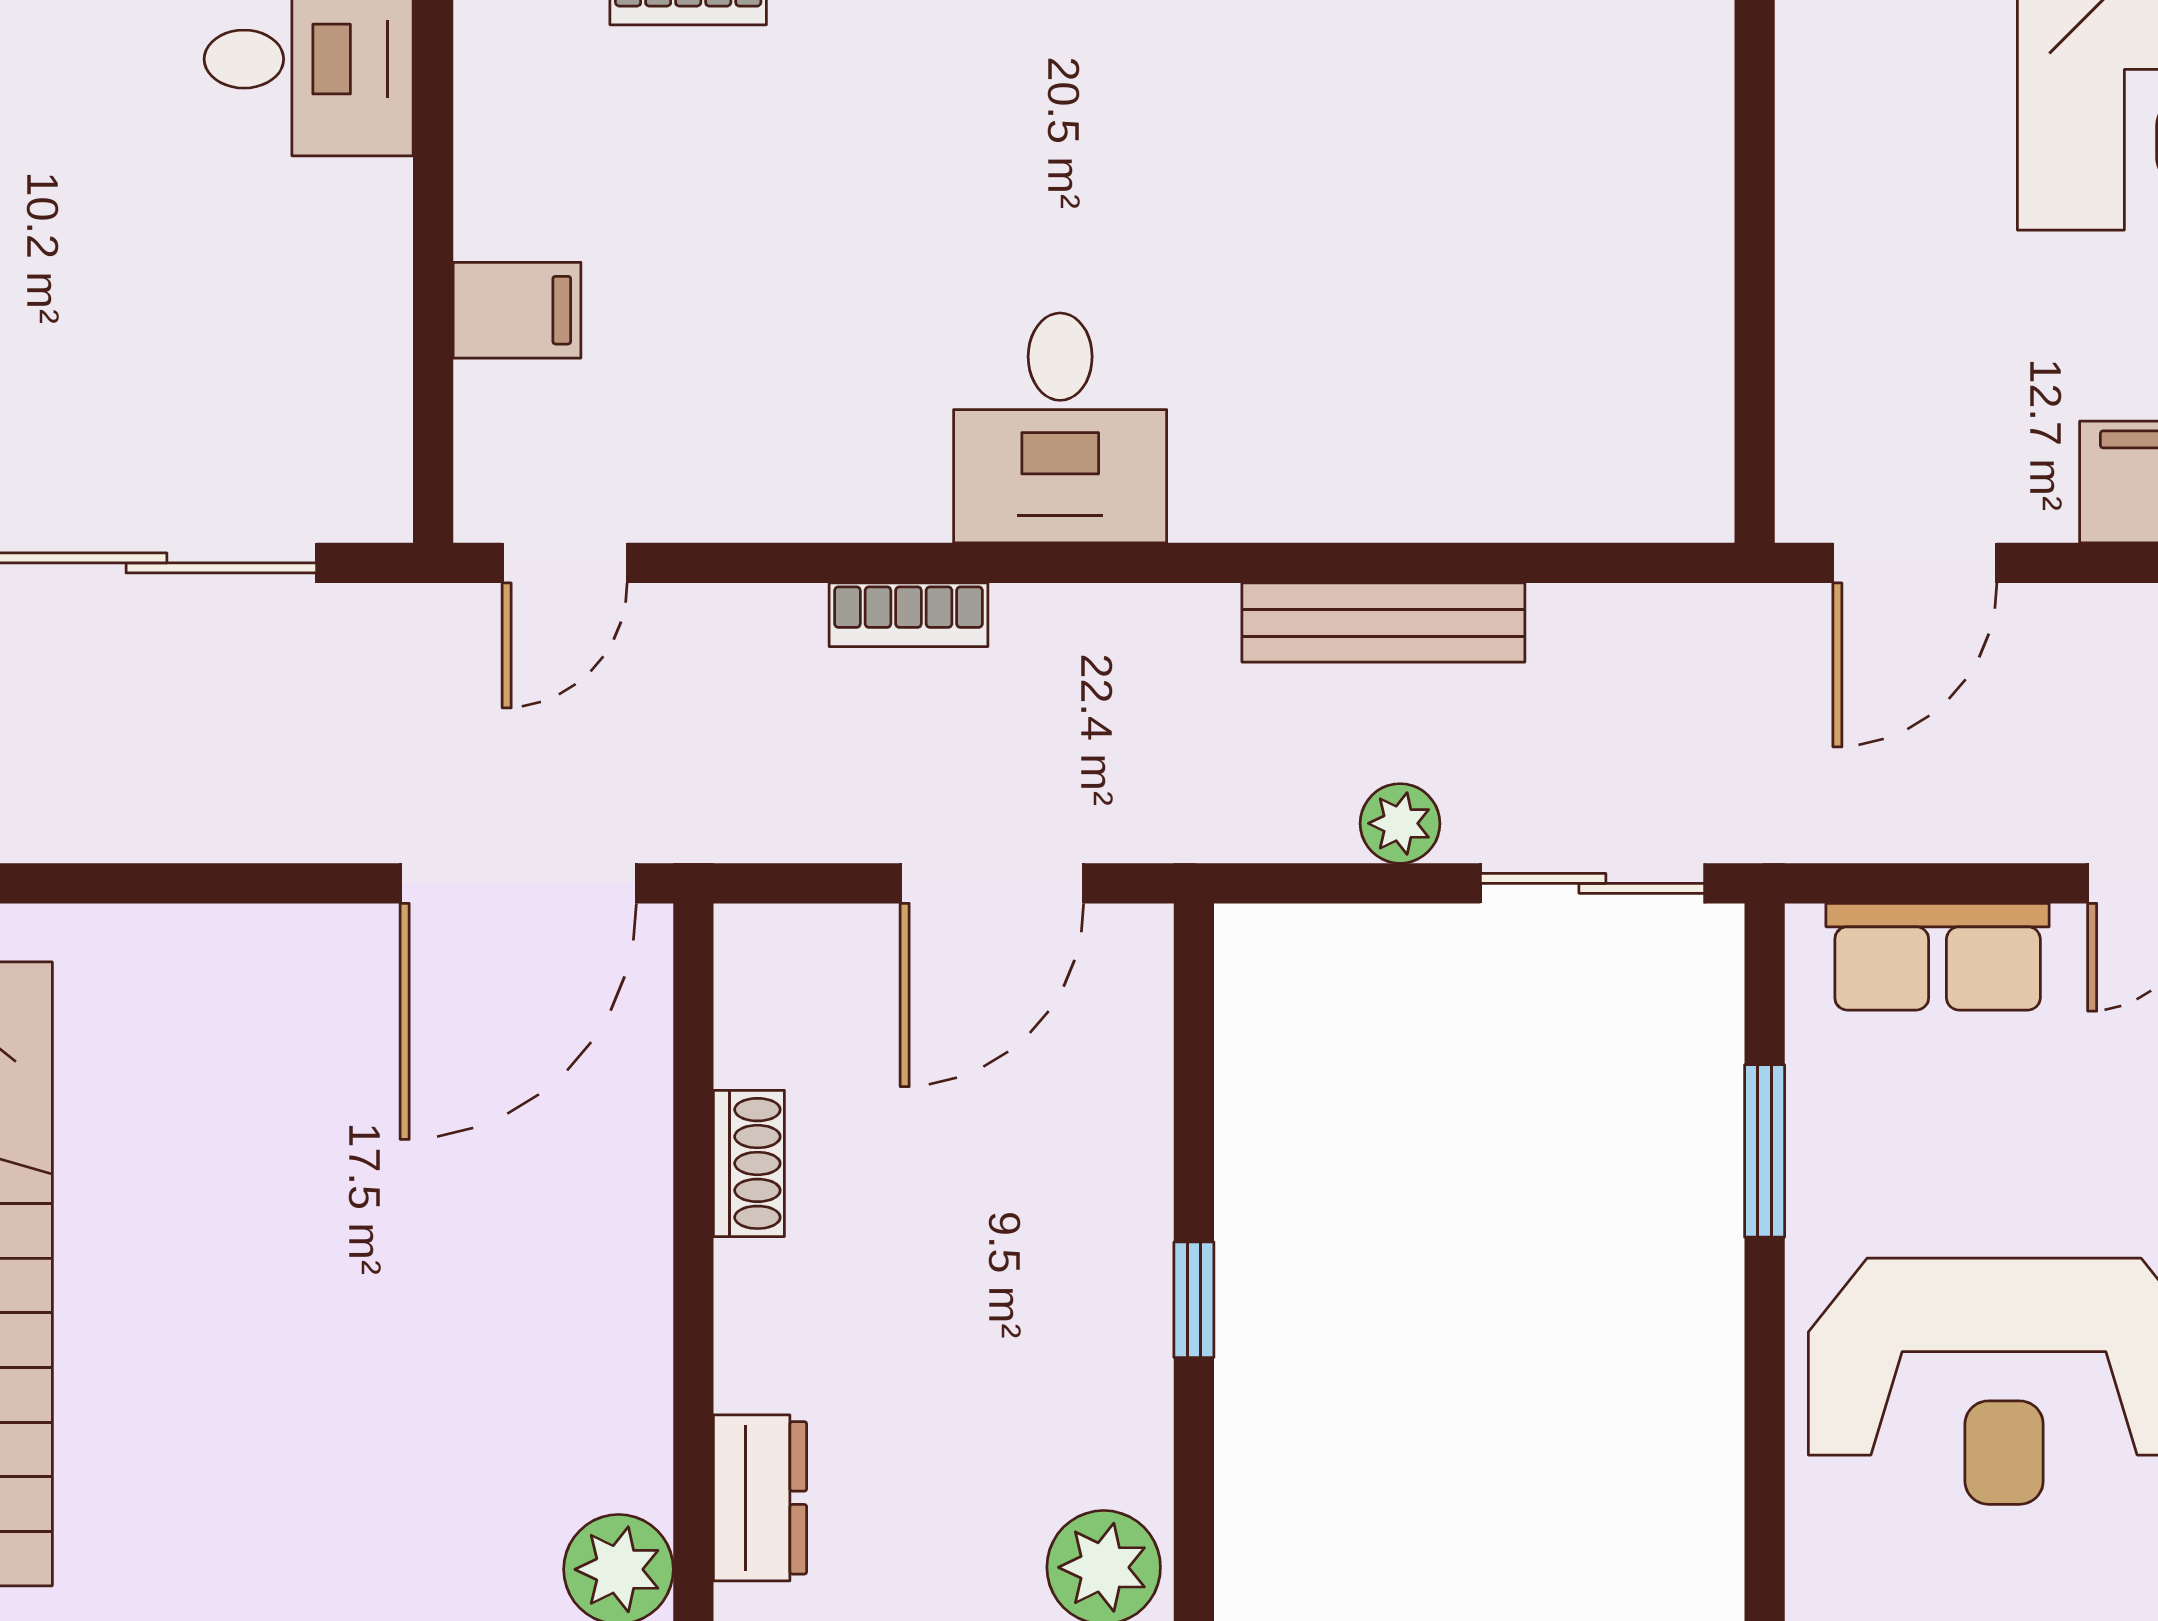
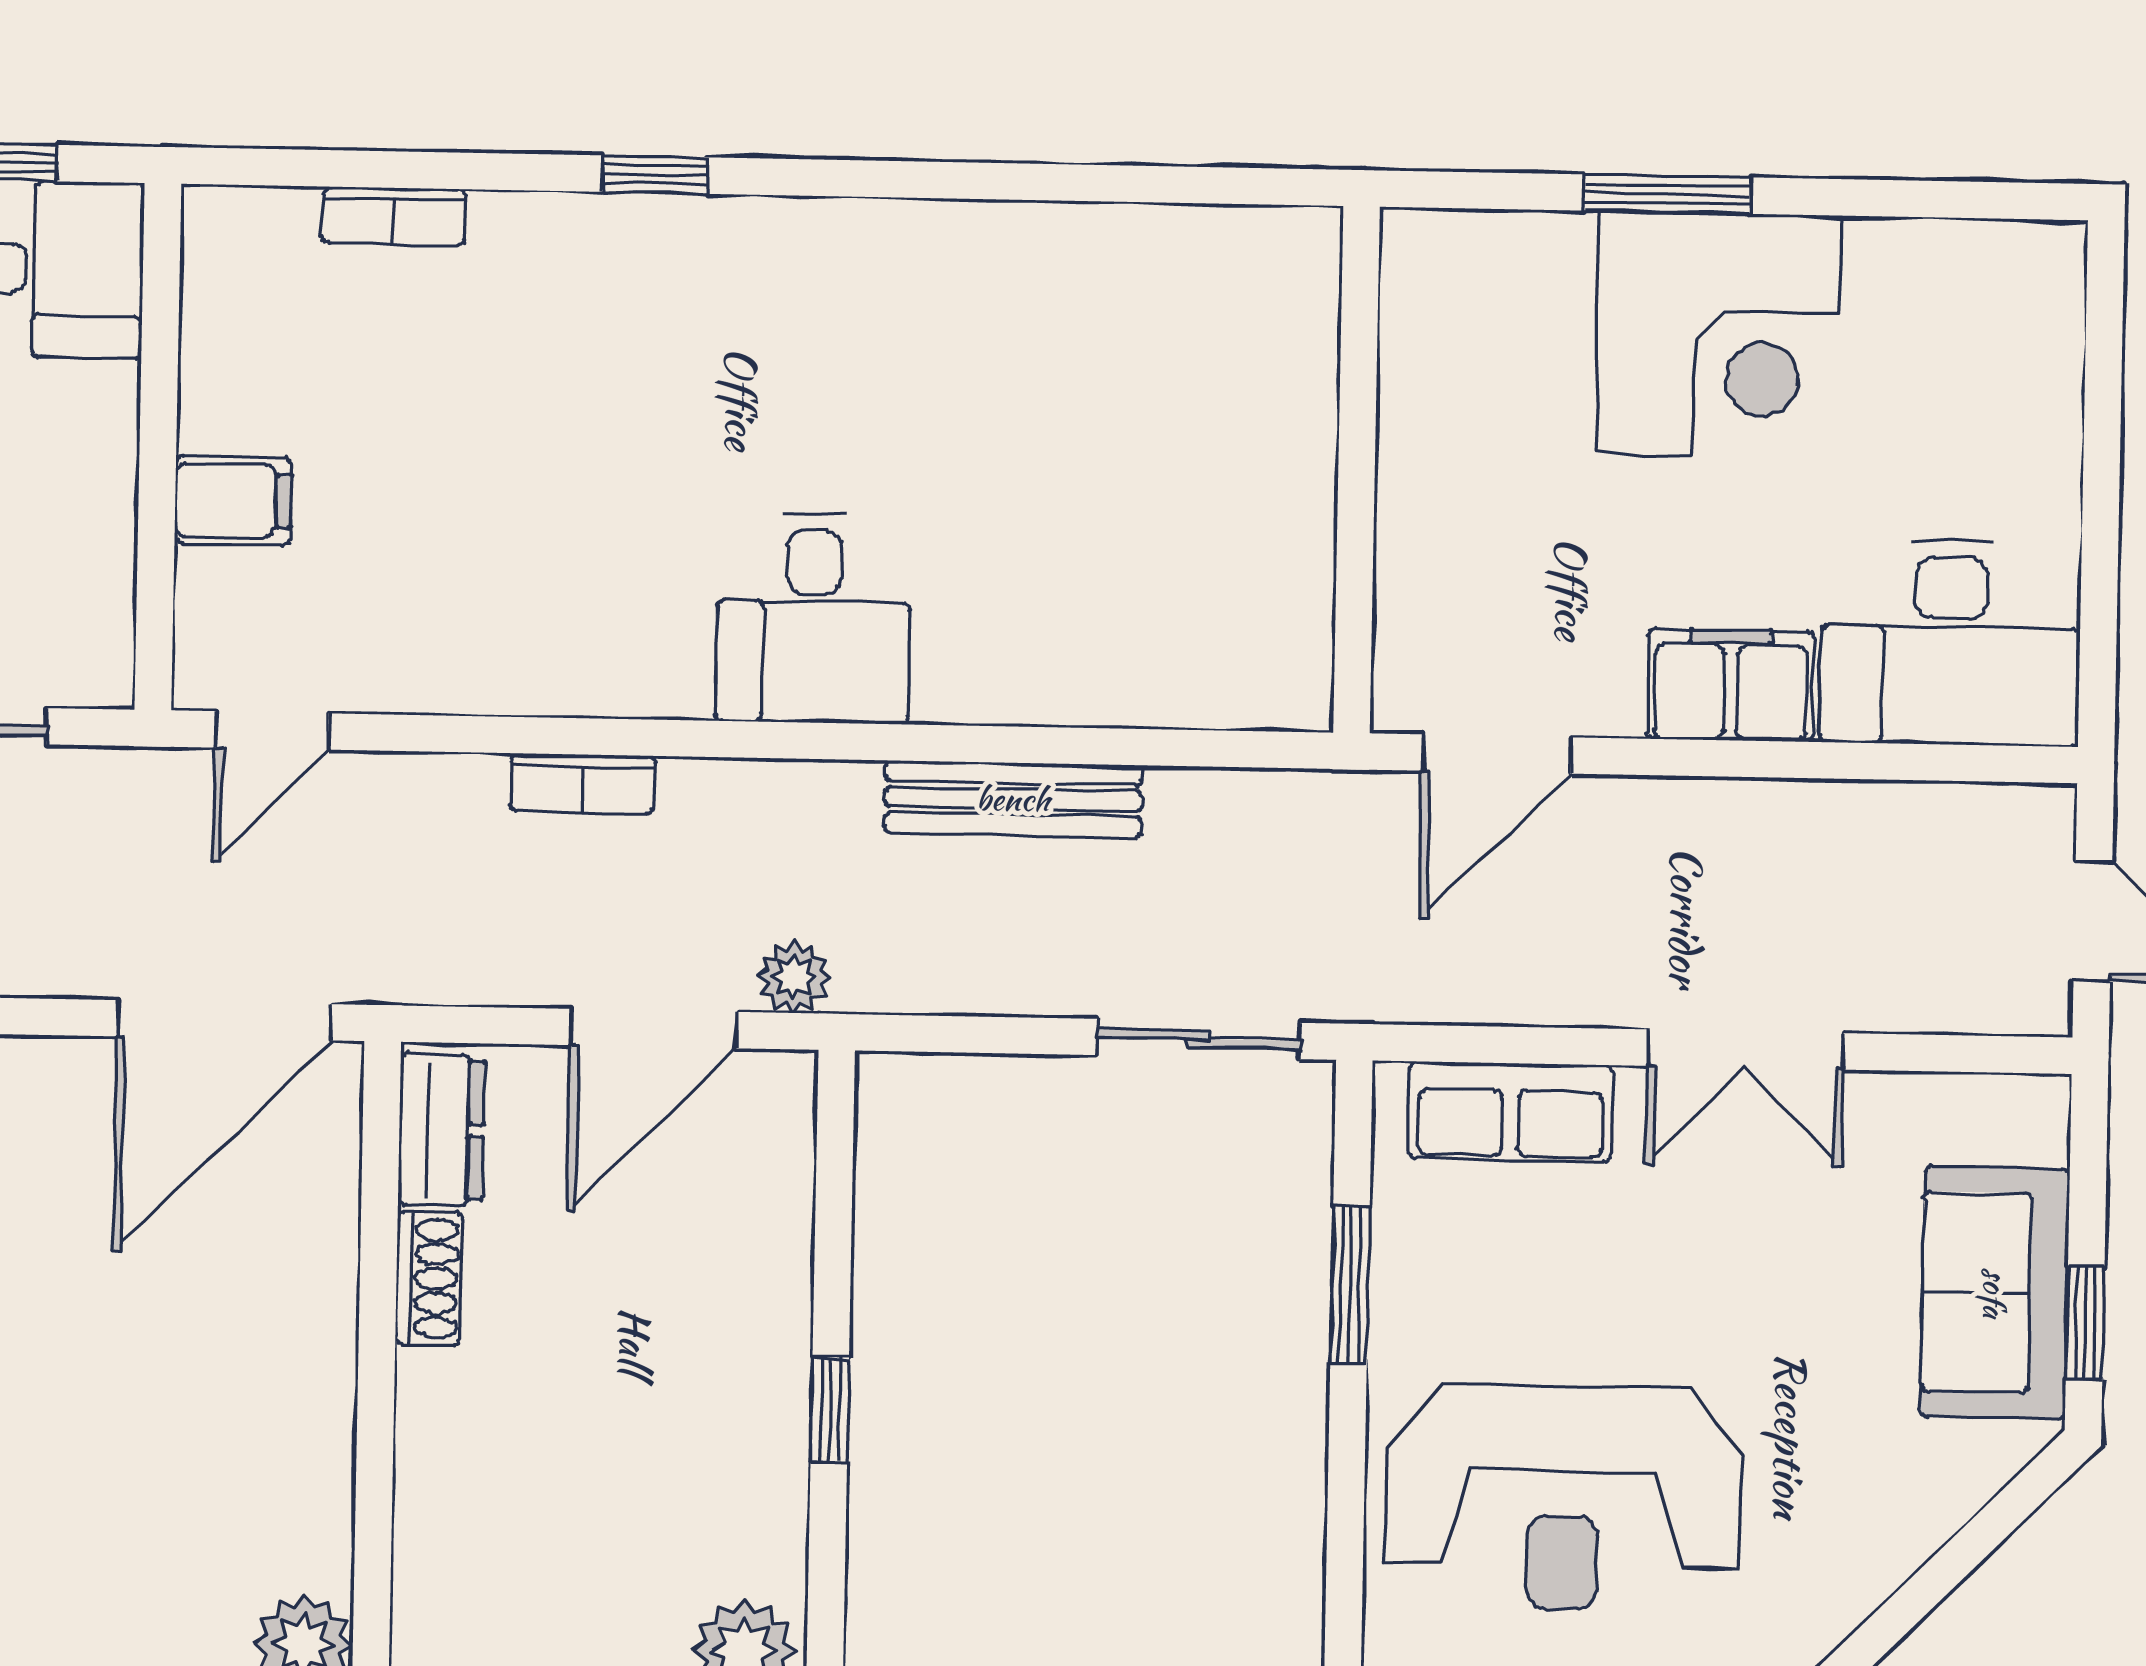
desk: (1060, 428) -> (814, 618), moved
plant: (1400, 823) -> (794, 977), moved
dresser: (760, 1498) -> (441, 1130), moved

